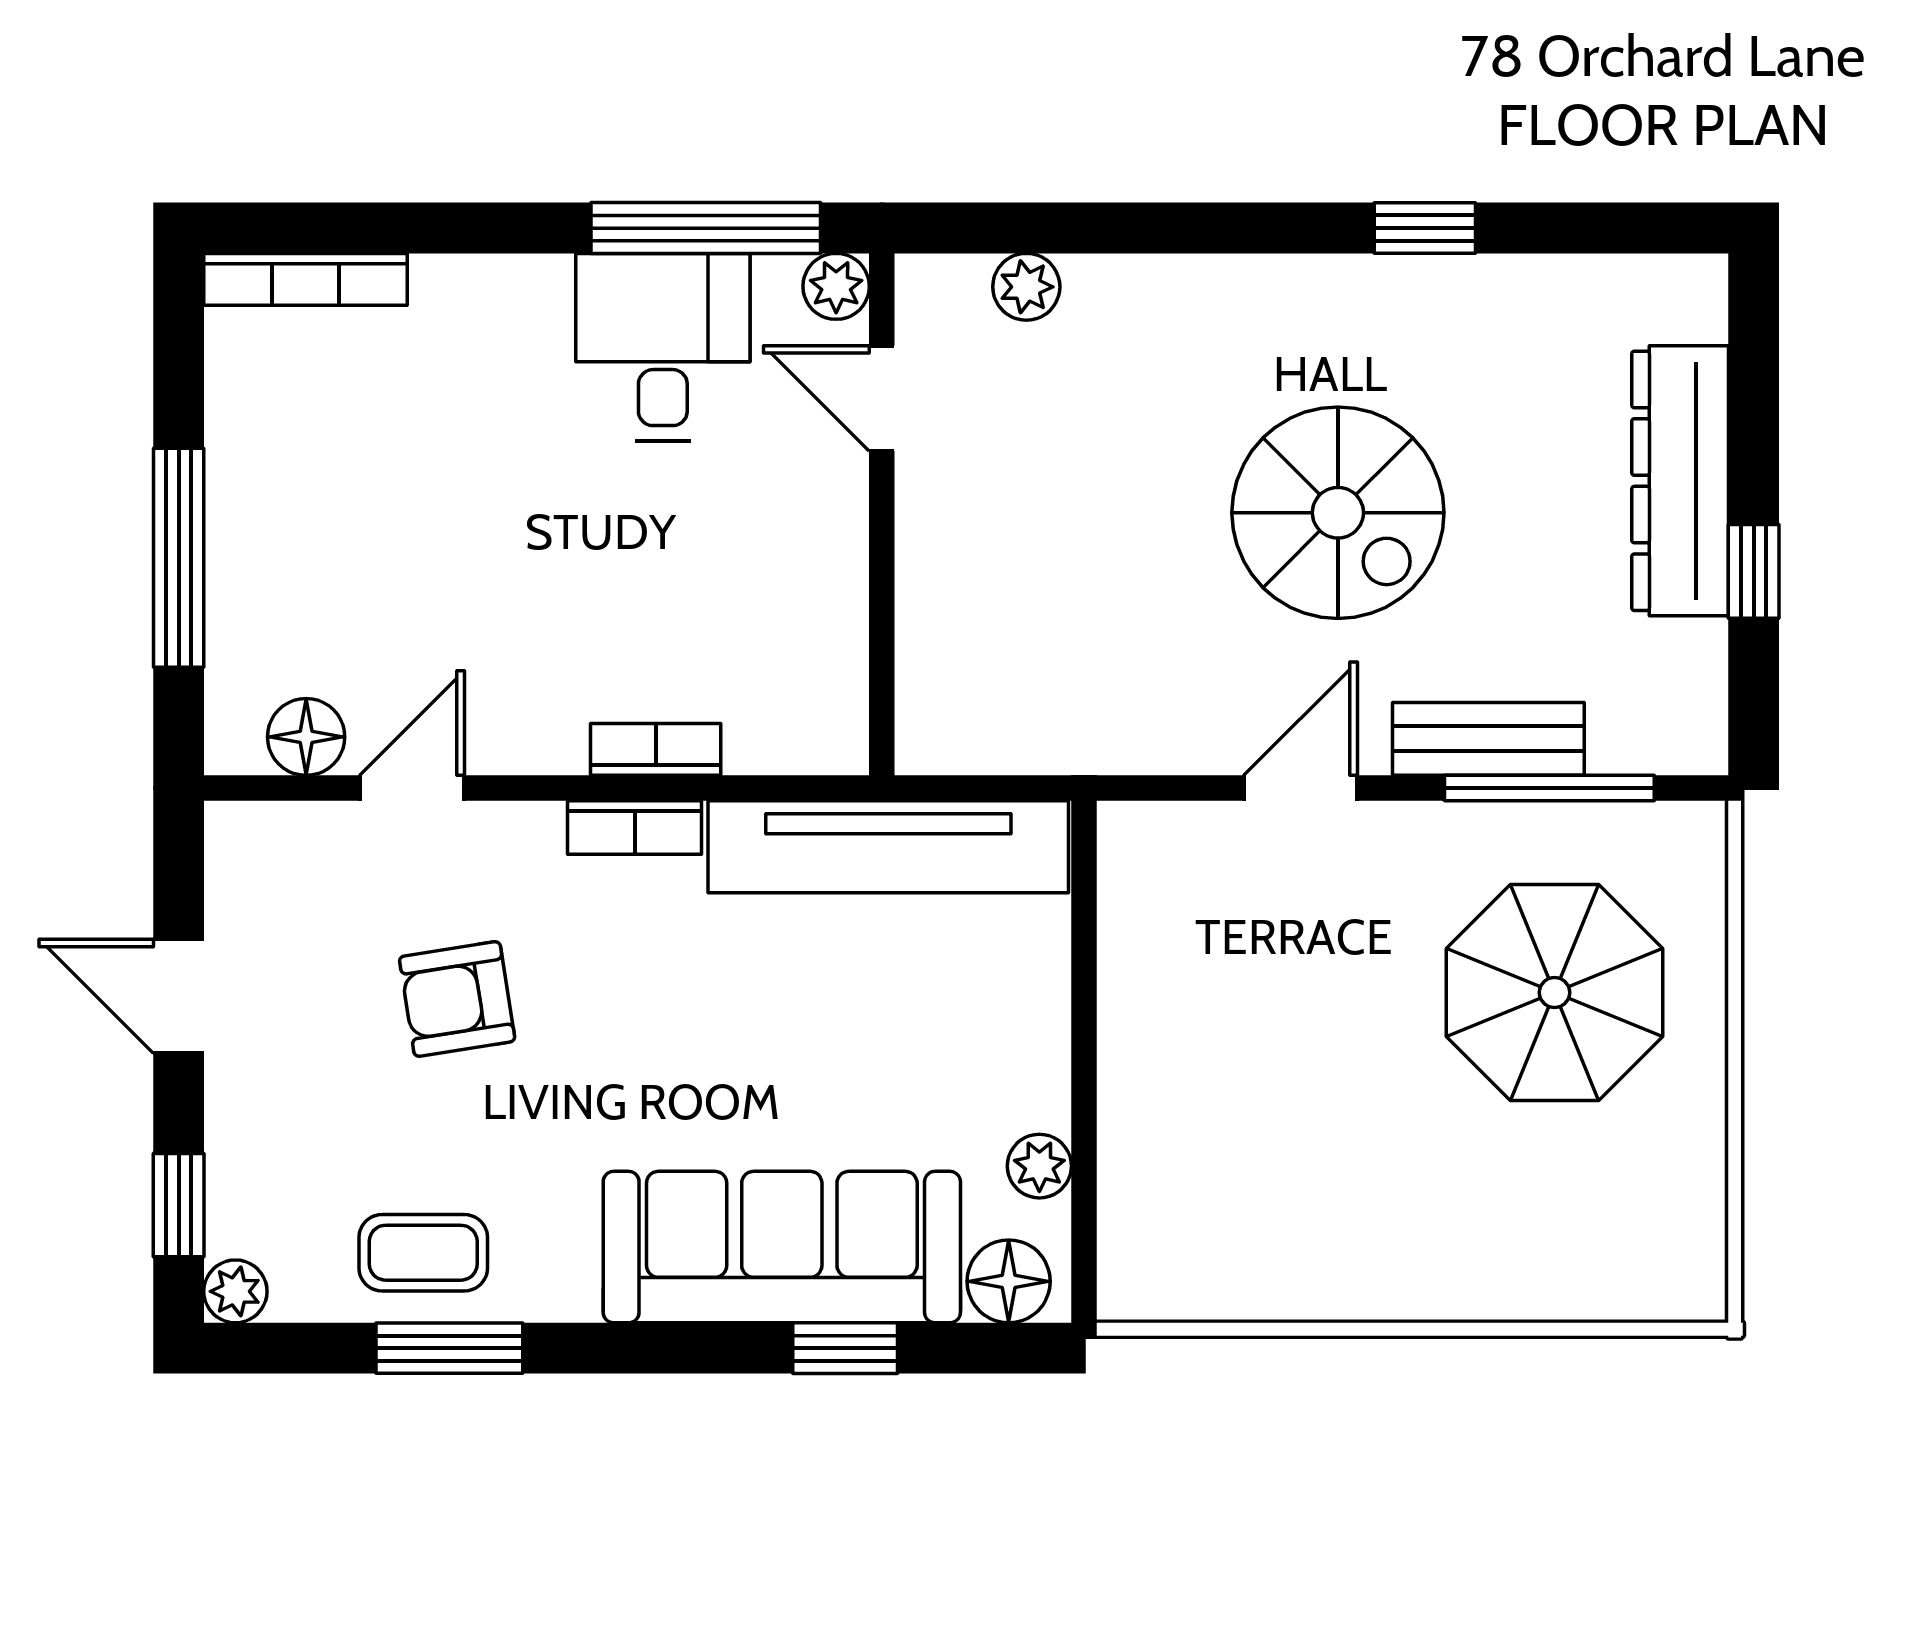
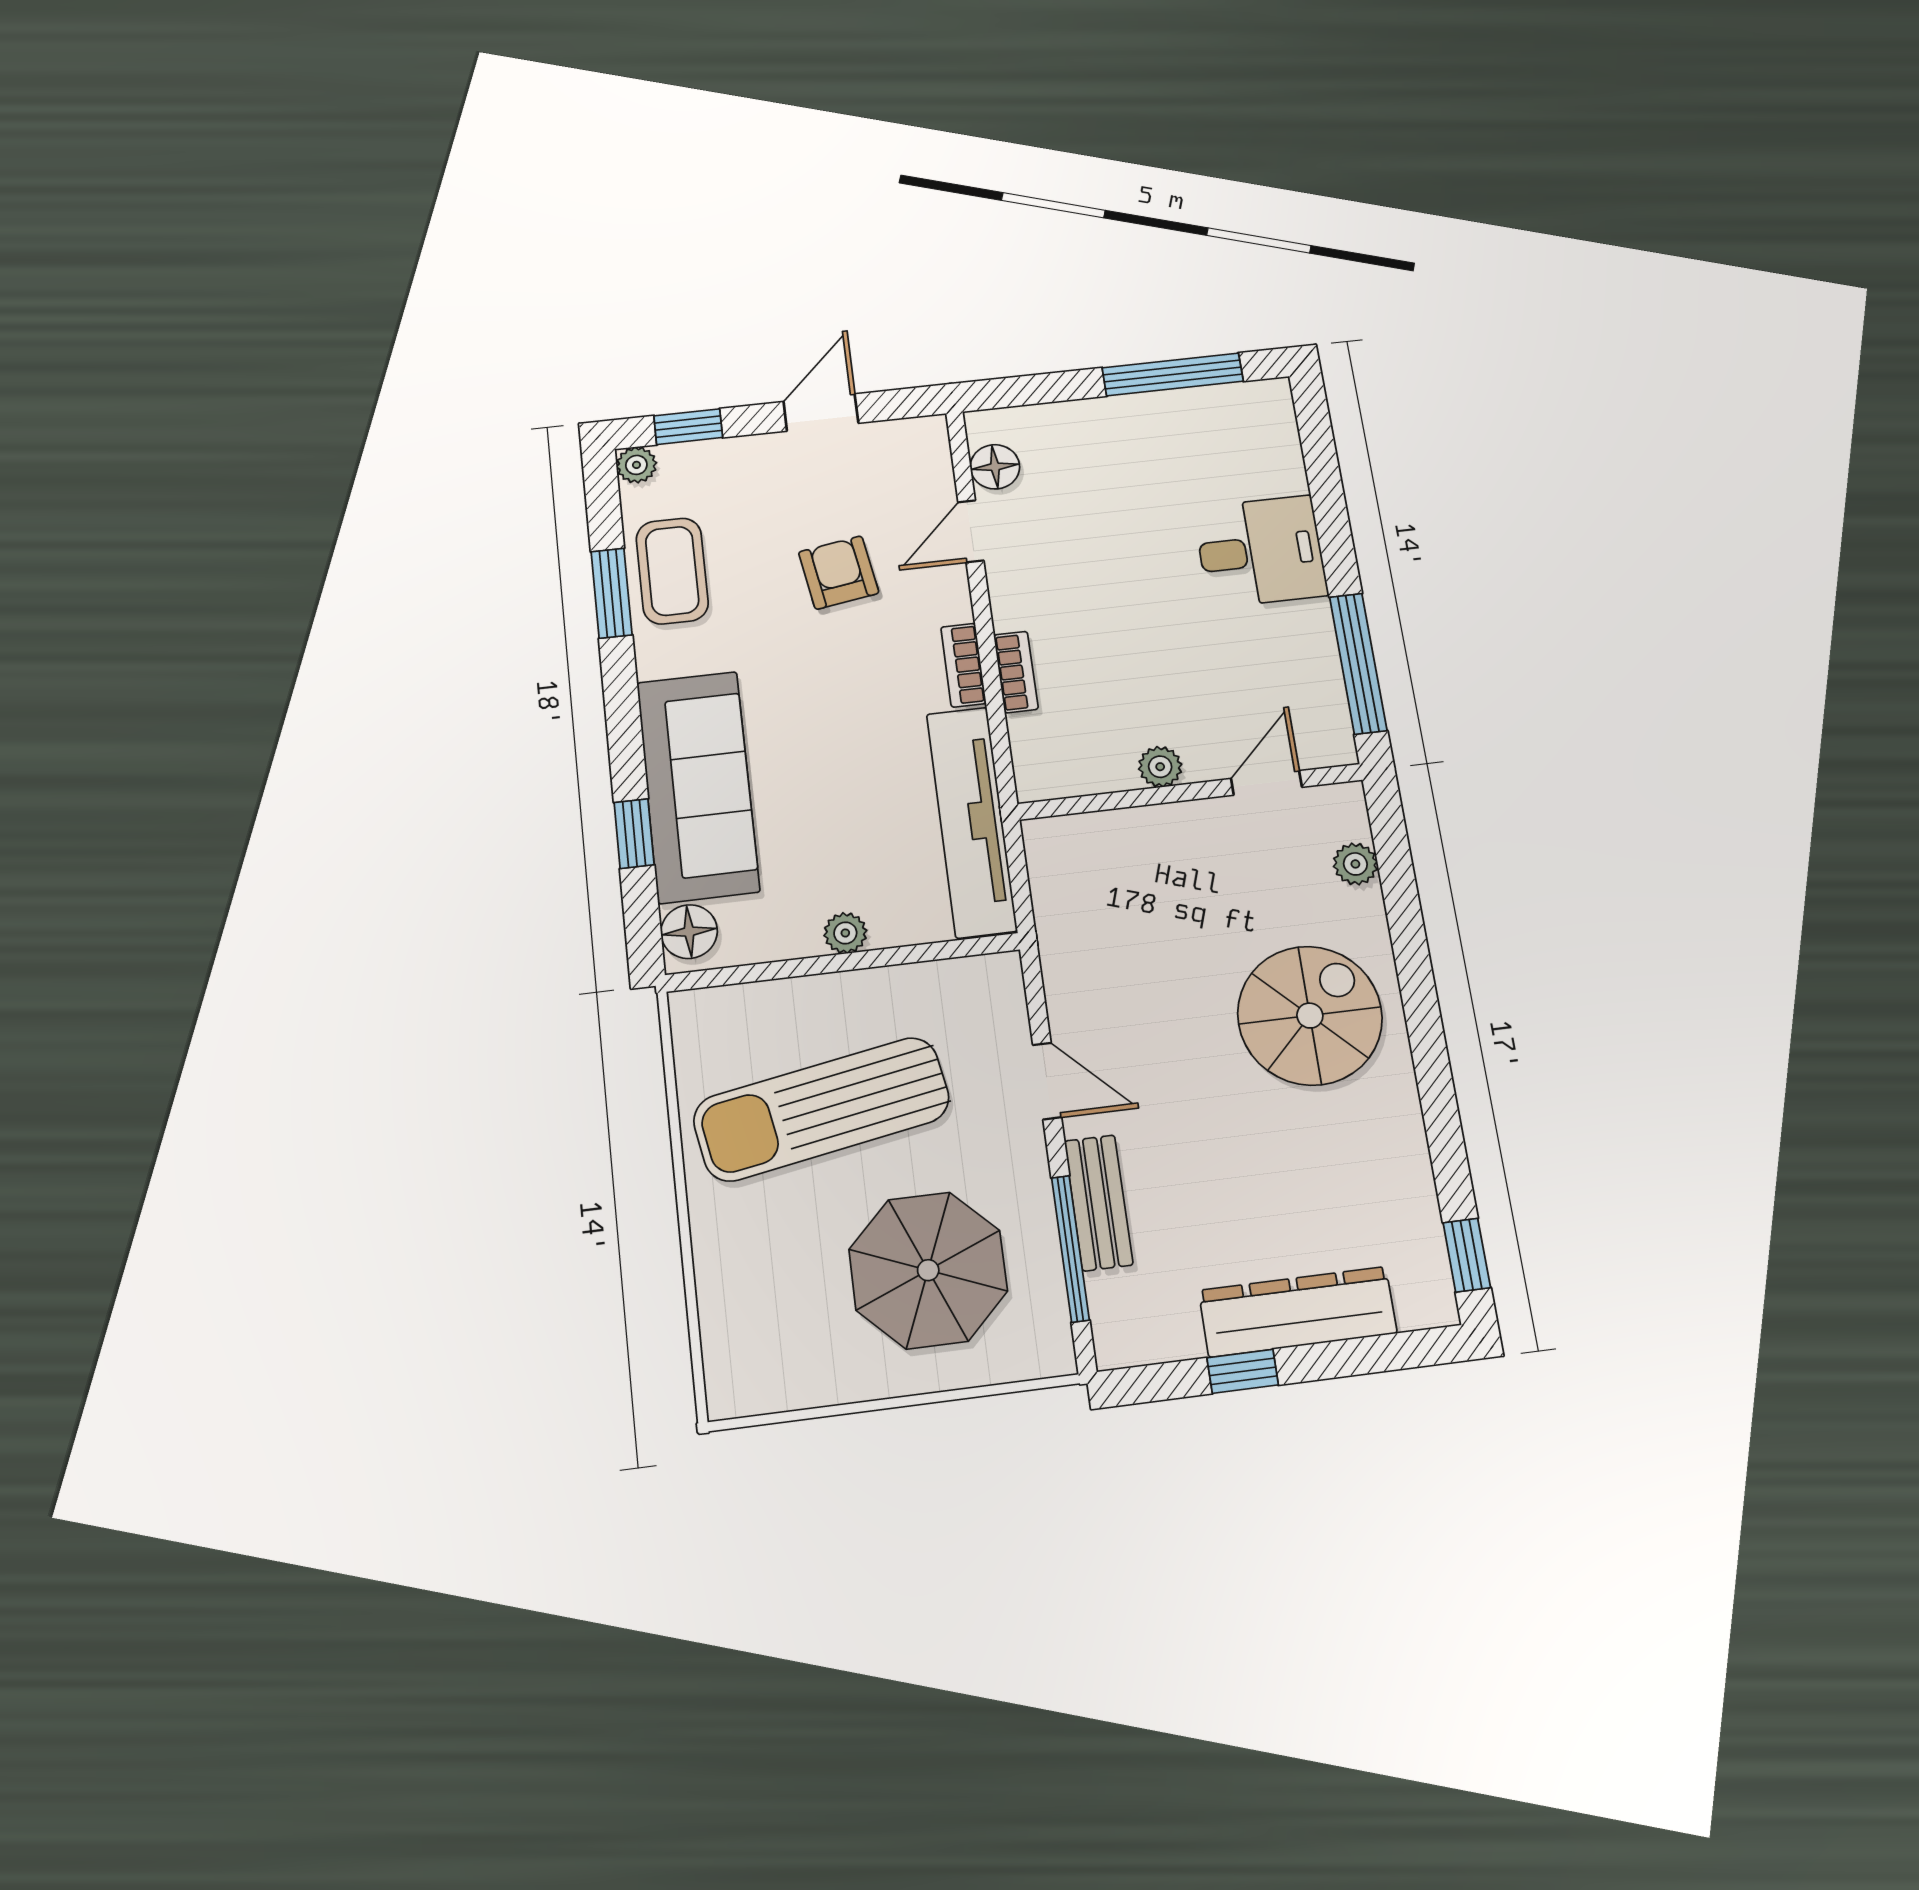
window: (1425, 228) -> (1467, 1255), moved
bookcase: (306, 279) -> (1283, 435), removed
plant: (836, 286) -> (1160, 767), moved
desk: (663, 347) -> (1260, 551), moved
spiral stairs: (1338, 513) -> (1310, 1015), moved, turned 180
window: (179, 558) -> (1173, 374), moved
door: (412, 788) -> (971, 531), swing flipped
sun lounger: (1301, 1117) -> (822, 1109), added
plant: (1039, 1166) -> (845, 933), moved
coffee table: (423, 1253) -> (672, 571), width x1.36, depth x1.30

